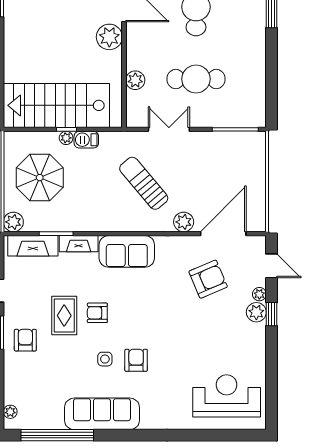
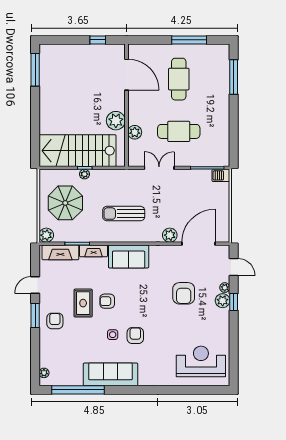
plant: (109, 37) -> (116, 121), moved
barbecue: (86, 140) -> (221, 175), moved
sun lounger: (144, 183) -> (124, 214), moved, turned -50
armchair: (208, 279) -> (184, 293), moved, turned 113

